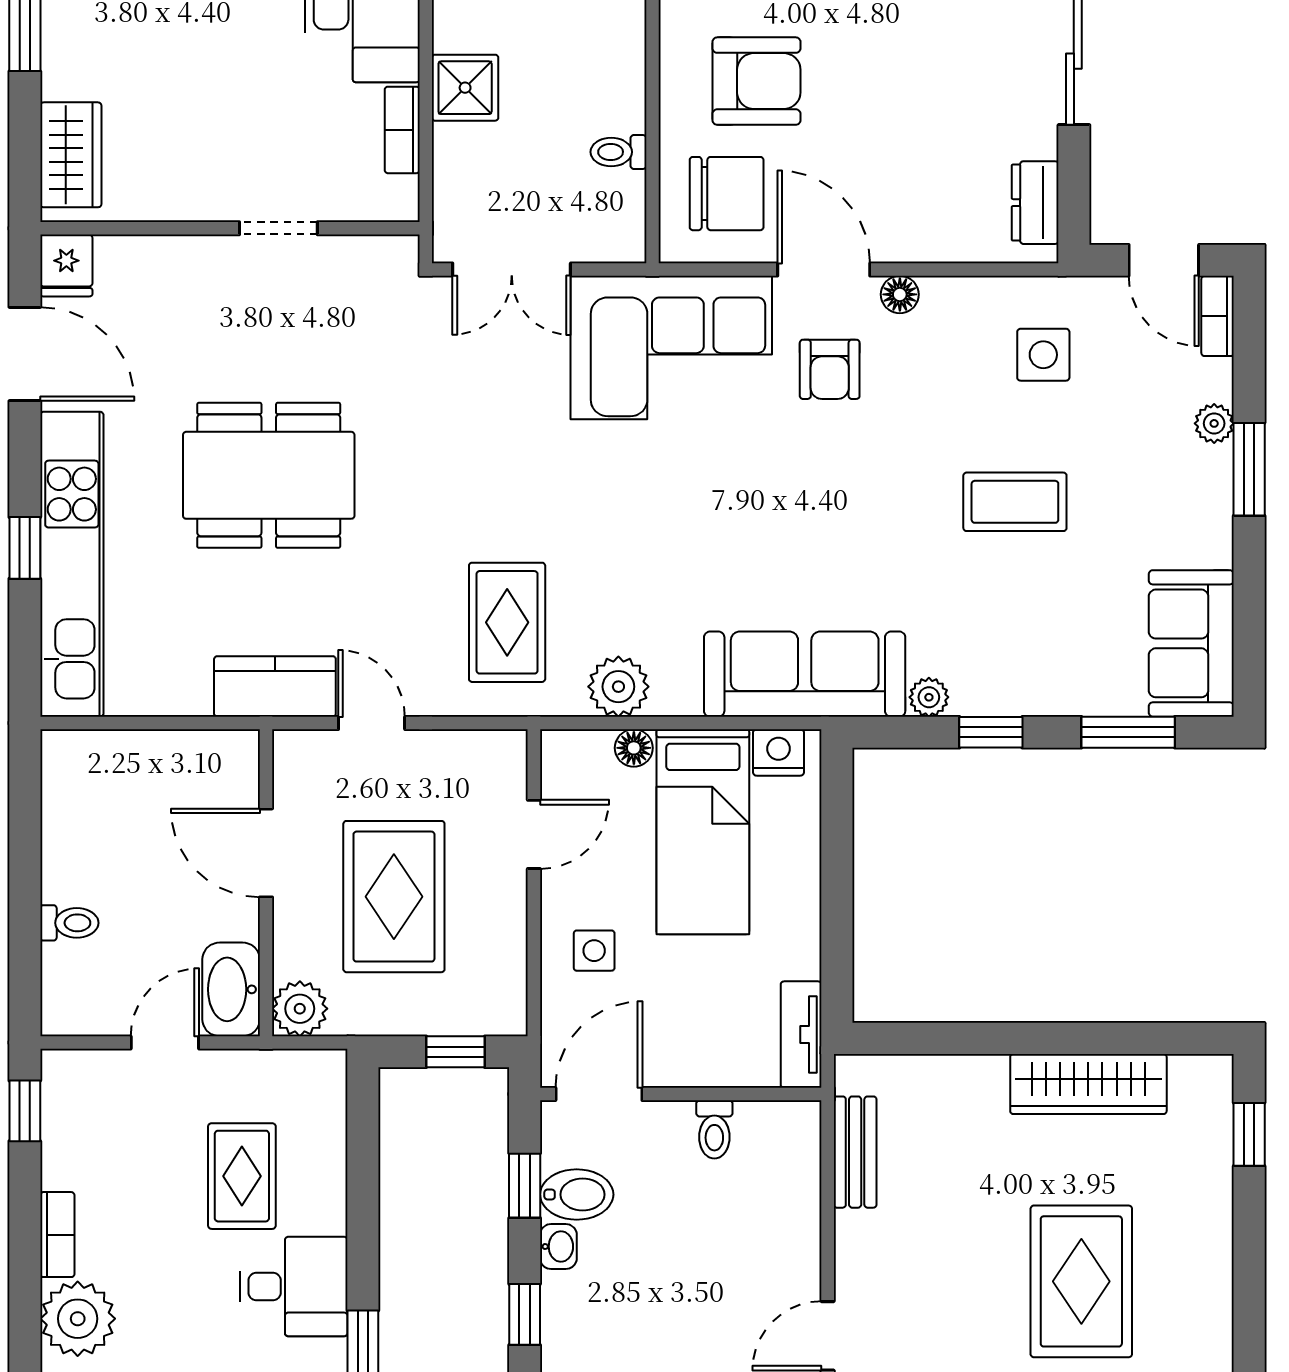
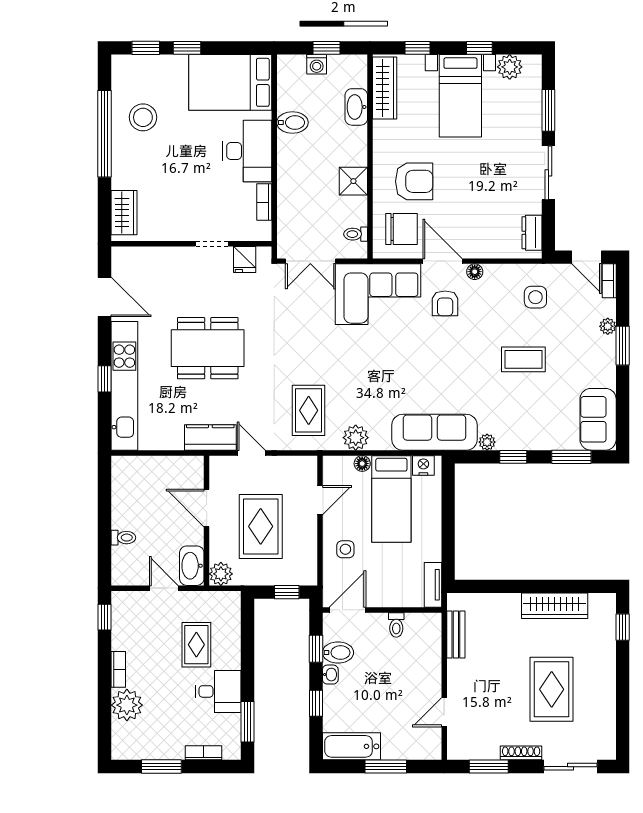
shower: (465, 88) -> (353, 181), moved
toilet: (618, 152) -> (356, 234), moved
fridge: (66, 266) -> (245, 259), moved
door: (165, 1042) -> (164, 588), hinge flipped

